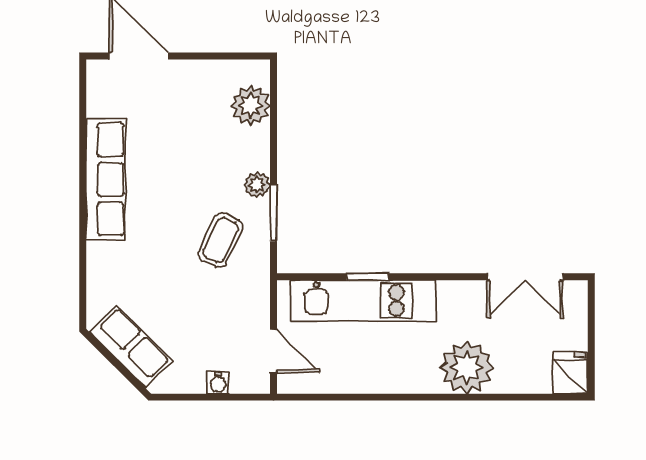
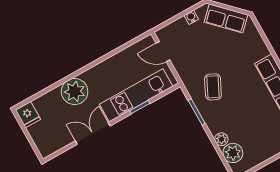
plant: (257, 185) -> (221, 139), moved
double door: (525, 277) -> (93, 133), moved
water cooler: (218, 383) -> (191, 17), moved

